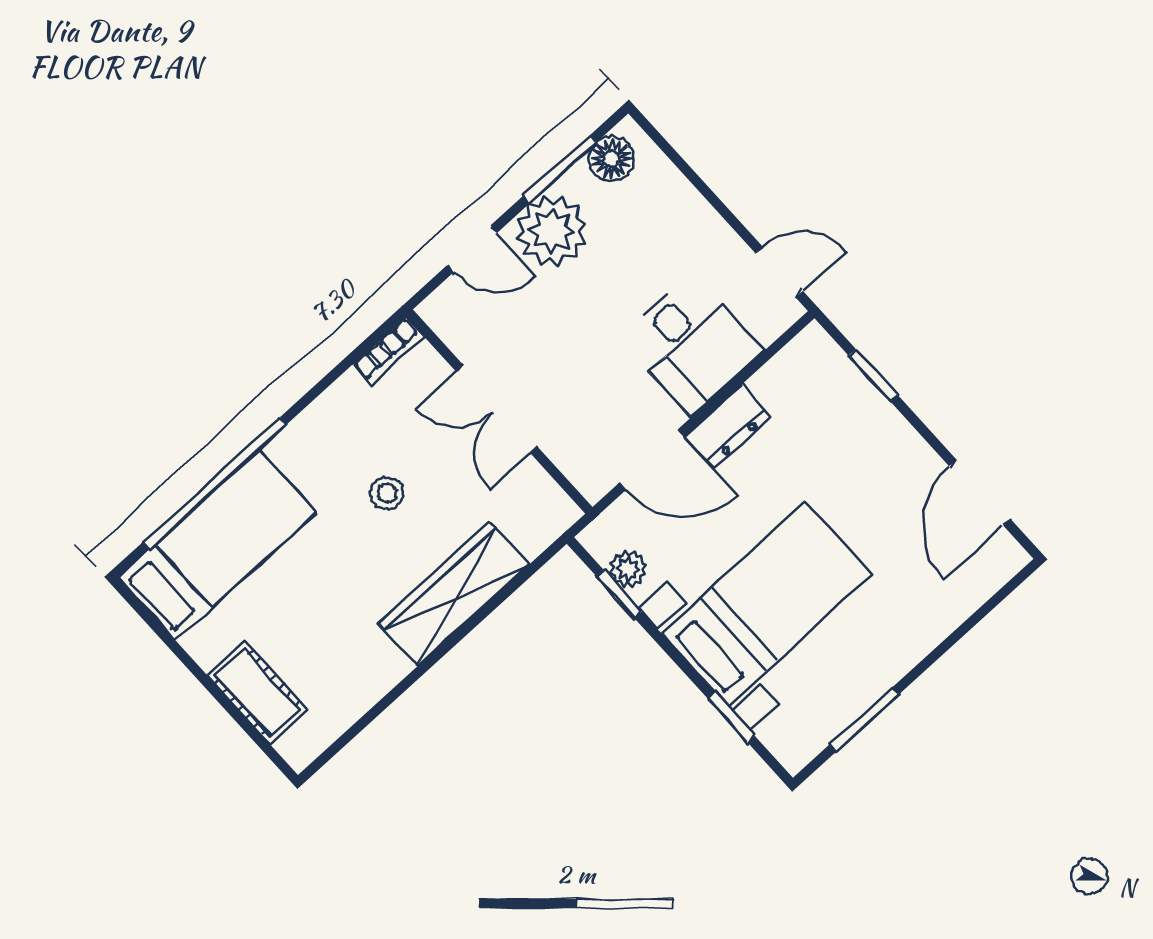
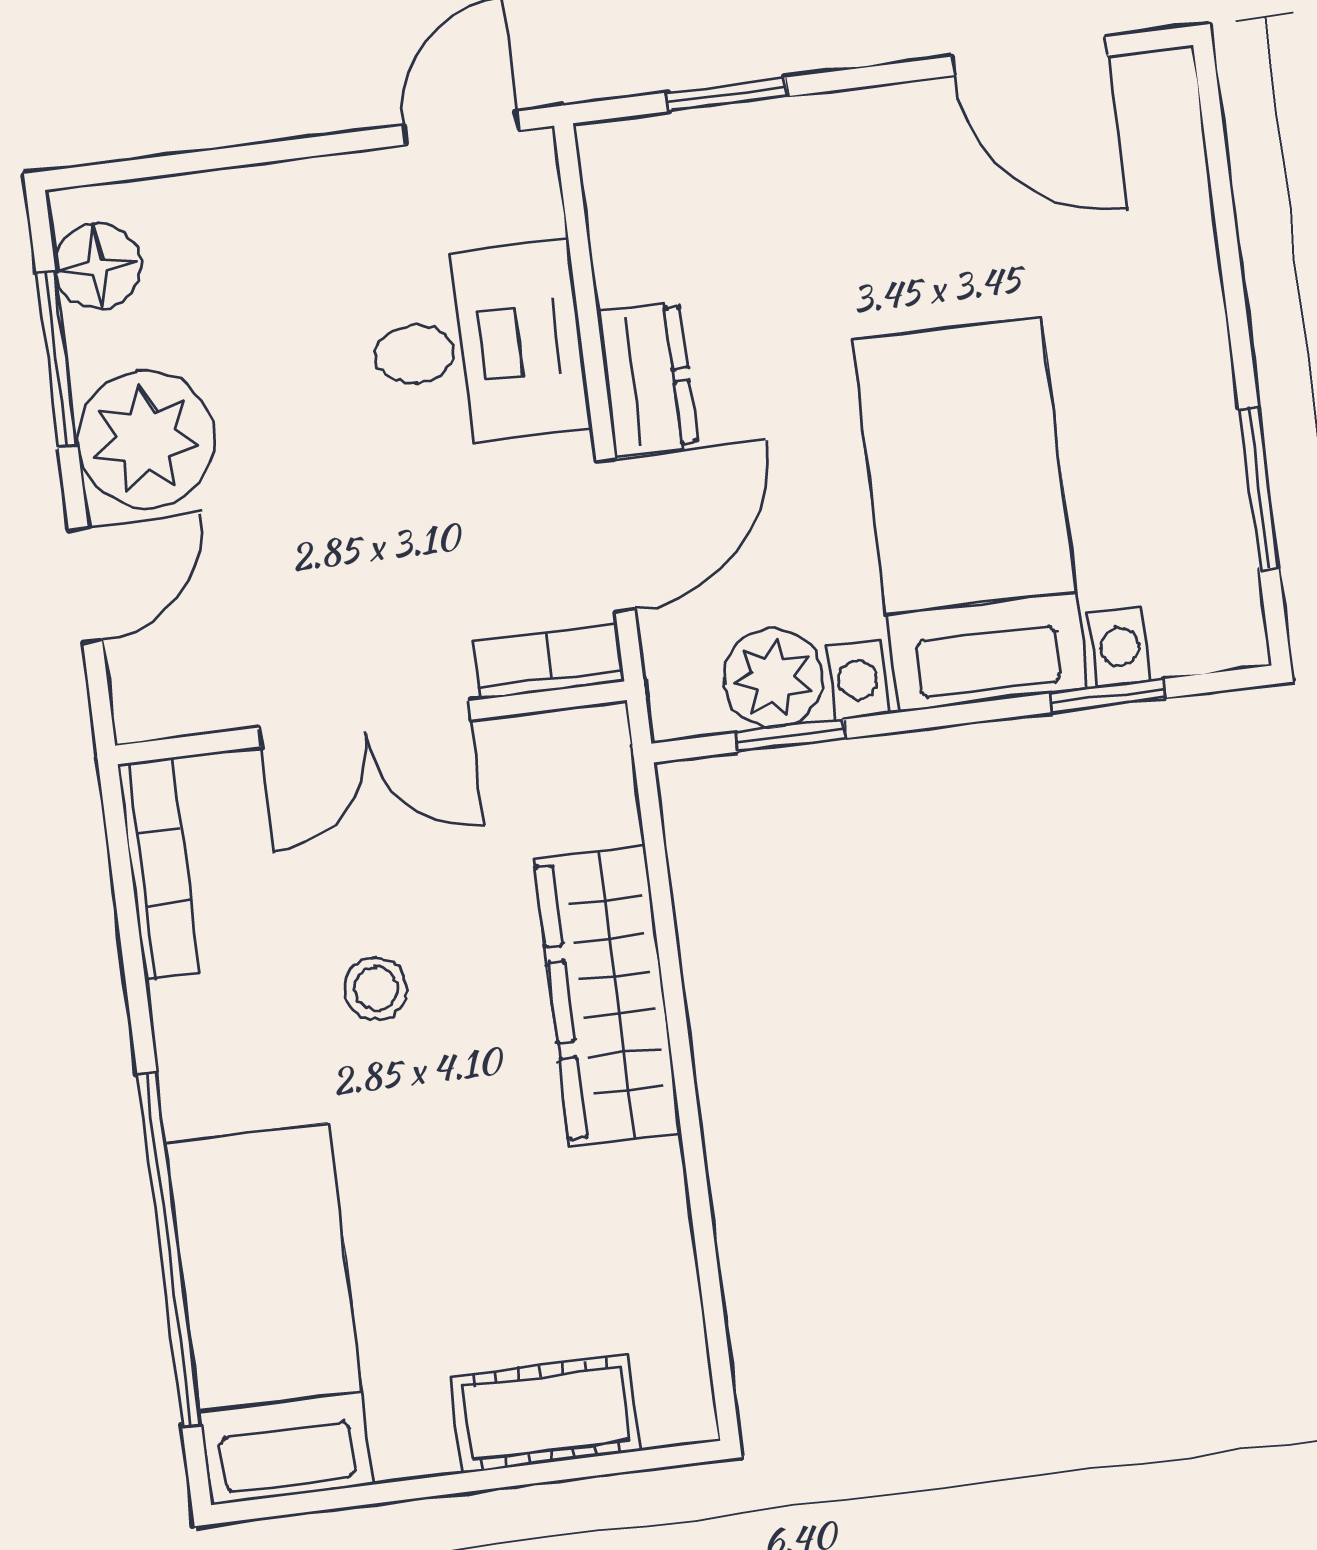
bookcase: (389, 351) -> (159, 868), width x1.56
bookcase: (578, 469) -> (549, 662), added
plant: (628, 569) -> (773, 678), width x1.38, depth x1.38

